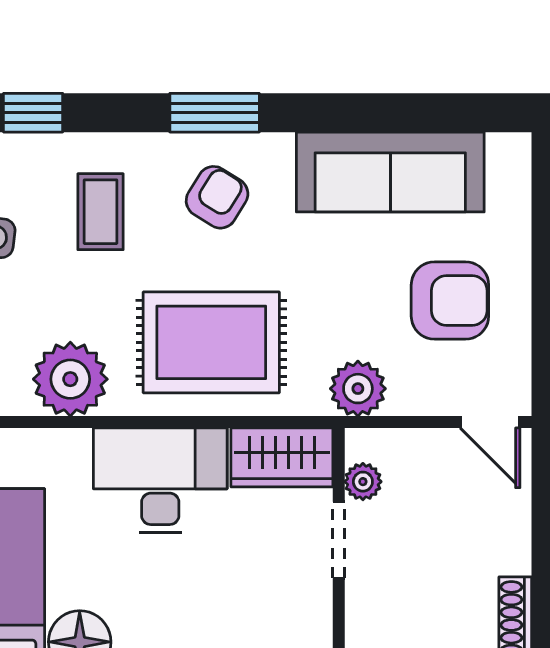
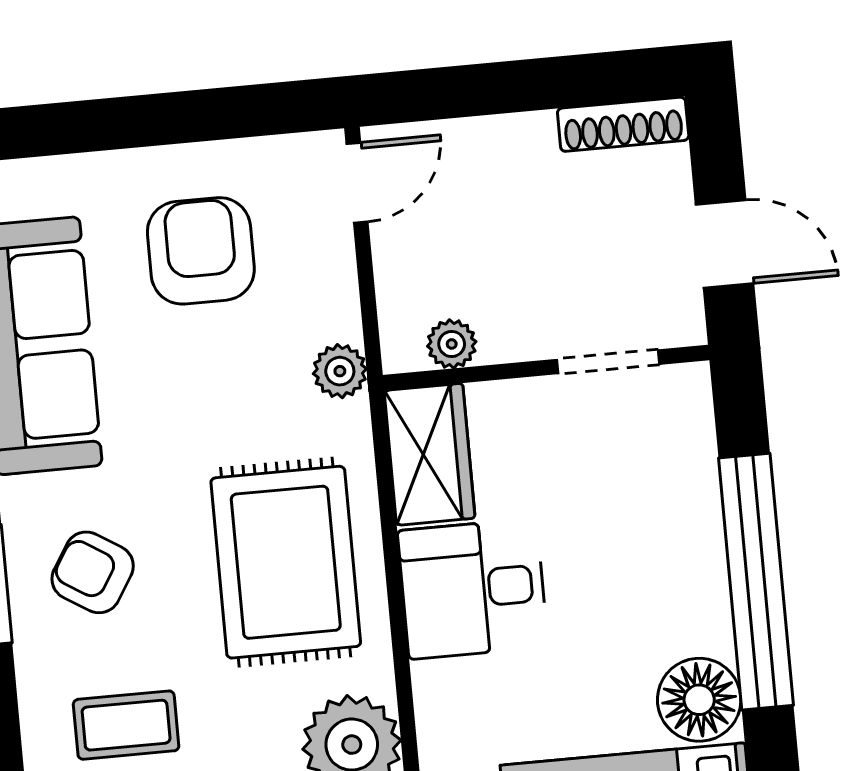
plant: (358, 389) -> (340, 371), width x0.73, depth x0.73
desk: (160, 480) -> (473, 589), width x0.73
doorway: (339, 540) -> (608, 362), moved

